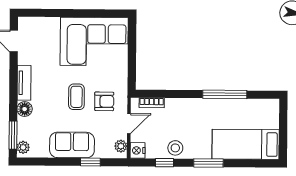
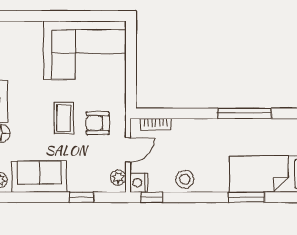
armchair: (104, 101) -> (98, 123), turned 180
sofa: (72, 145) -> (39, 177), moved
window: (164, 163) -> (151, 197), moved
window: (208, 163) -> (246, 197), moved

